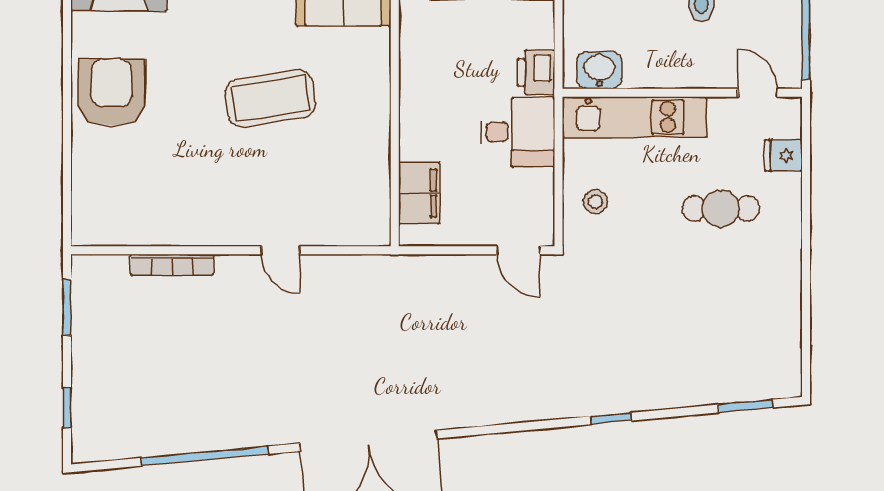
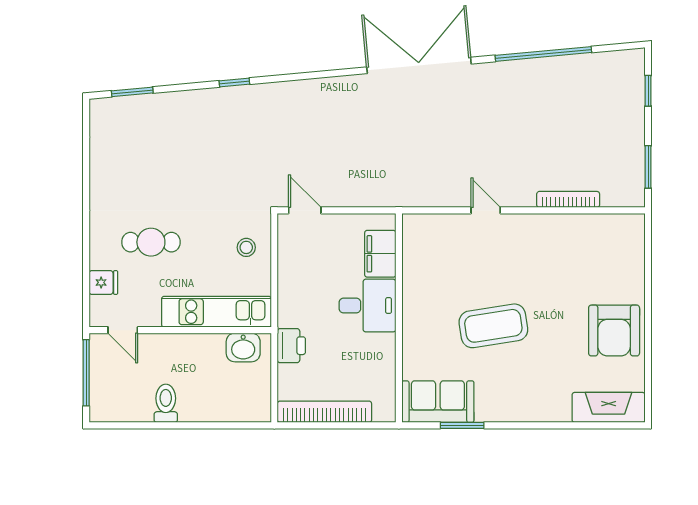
desk: (517, 132) -> (368, 306), moved, turned 180

